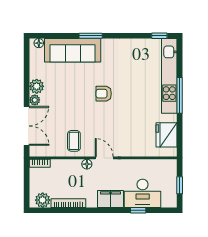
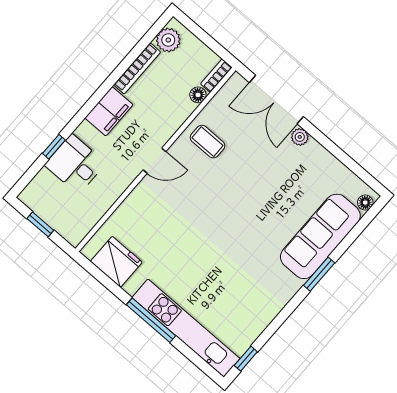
plant: (37, 86) -> (314, 154), removed
armchair: (104, 94) -> (234, 228), removed
floor lamp: (87, 164) -> (198, 95), moved
desk: (143, 193) -> (75, 164), width x0.73
filing cabinet: (110, 199) -> (109, 111), moved

